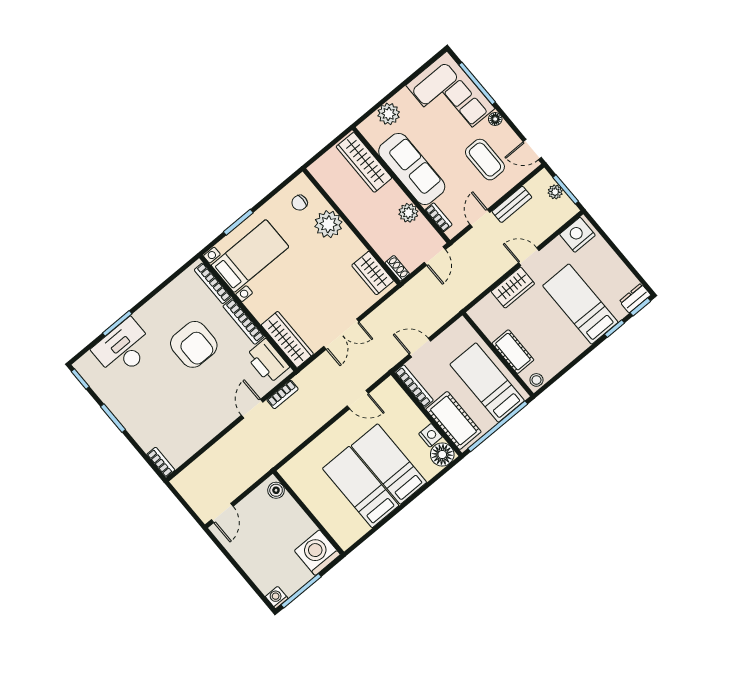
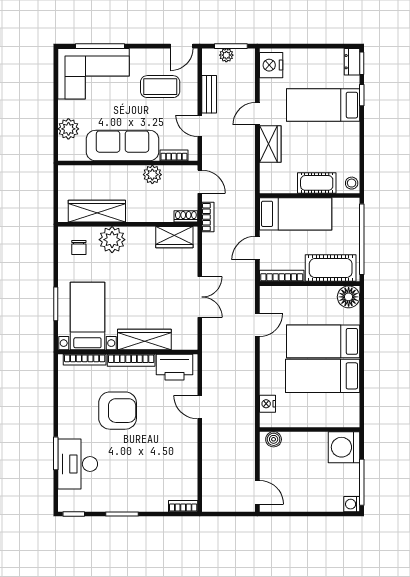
floor lamp: (495, 119) -> (137, 55), removed
wardrobe: (364, 162) -> (97, 211), moved, turned 180
wardrobe: (287, 339) -> (144, 340), moved
bed: (487, 383) -> (296, 214), moved, turned 180
bookcase: (283, 394) -> (208, 217), moved
nightstand: (431, 435) -> (267, 404), moved, turned -90

